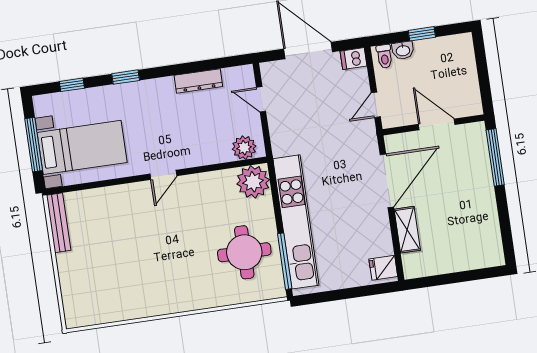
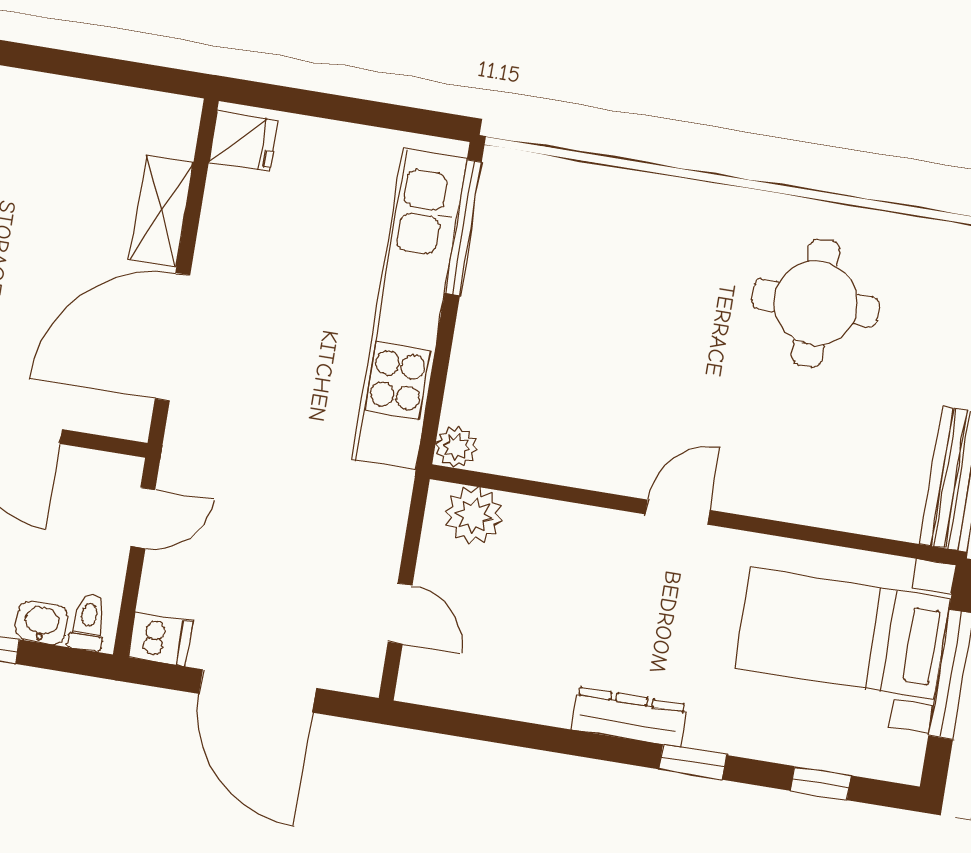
dresser: (198, 81) -> (629, 717), moved
plant: (253, 182) -> (457, 447), width x0.53, depth x0.53
round table: (244, 252) -> (816, 303), moved

